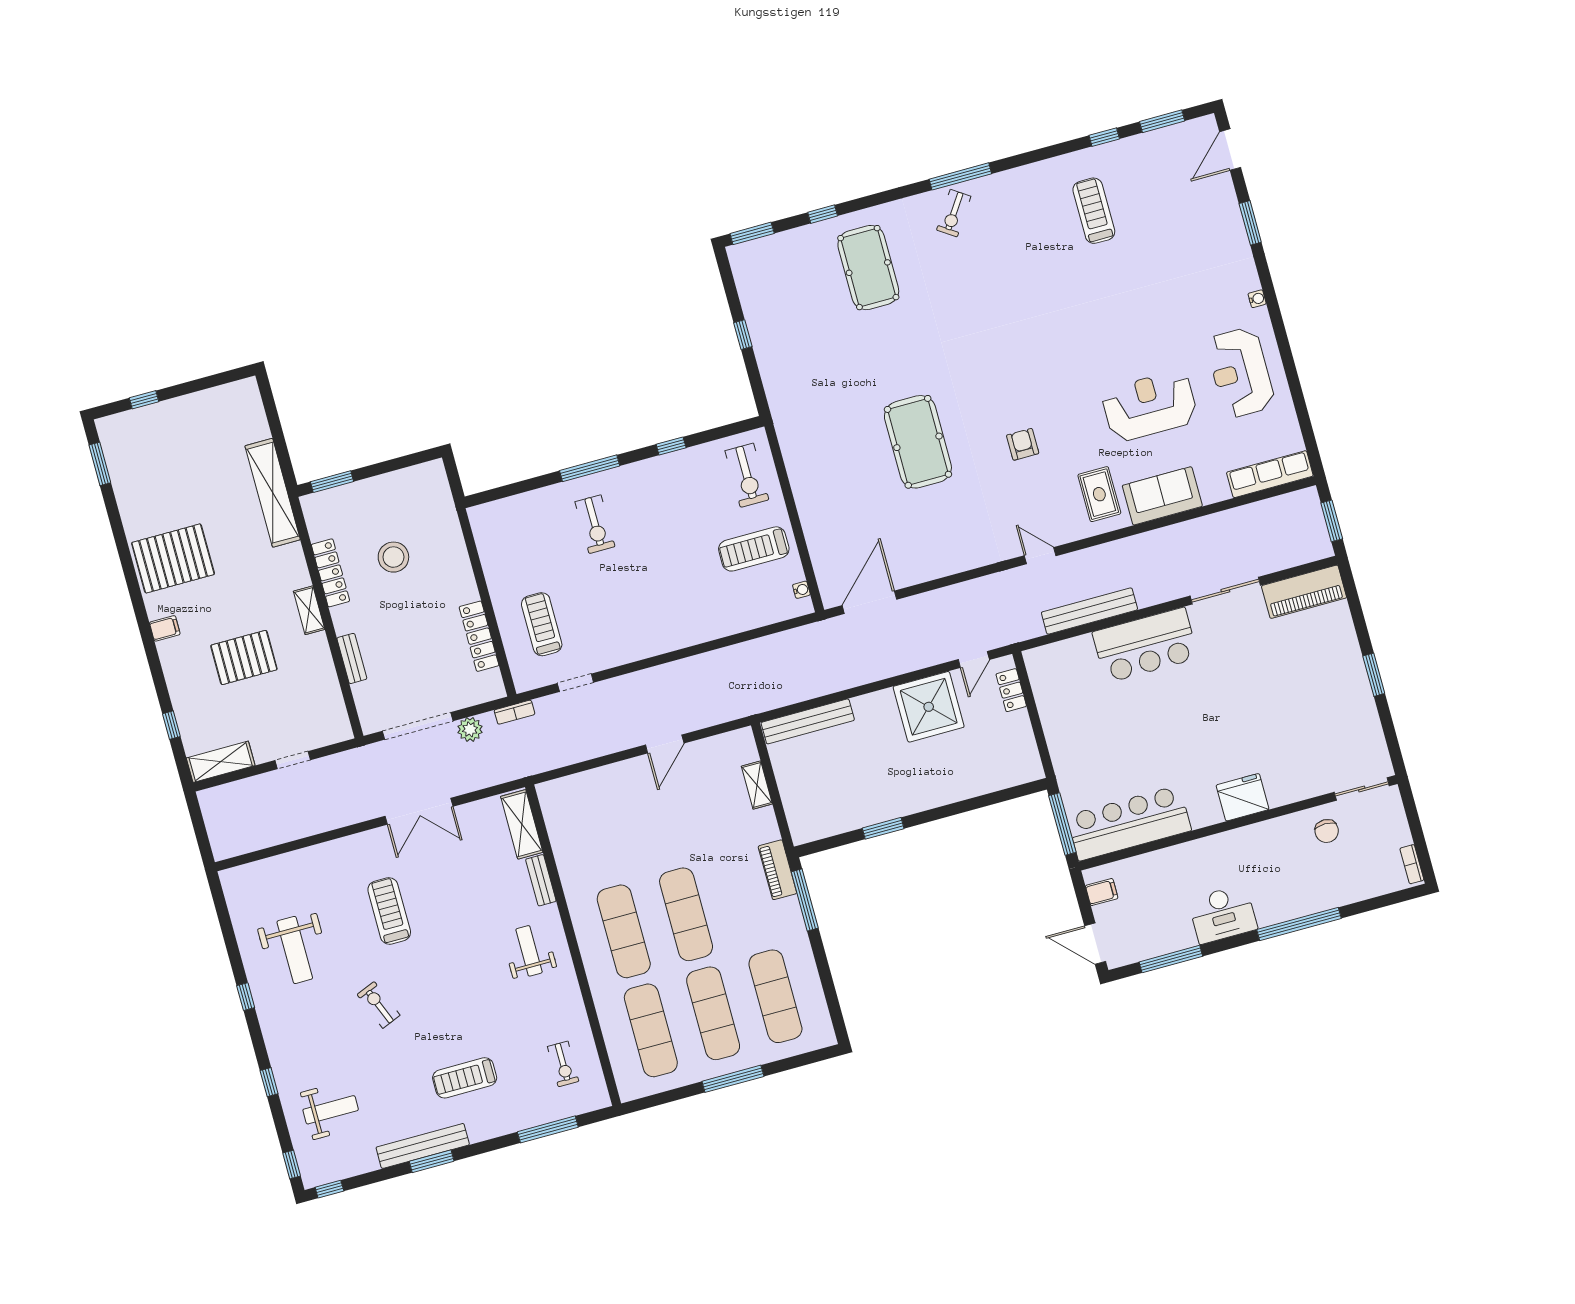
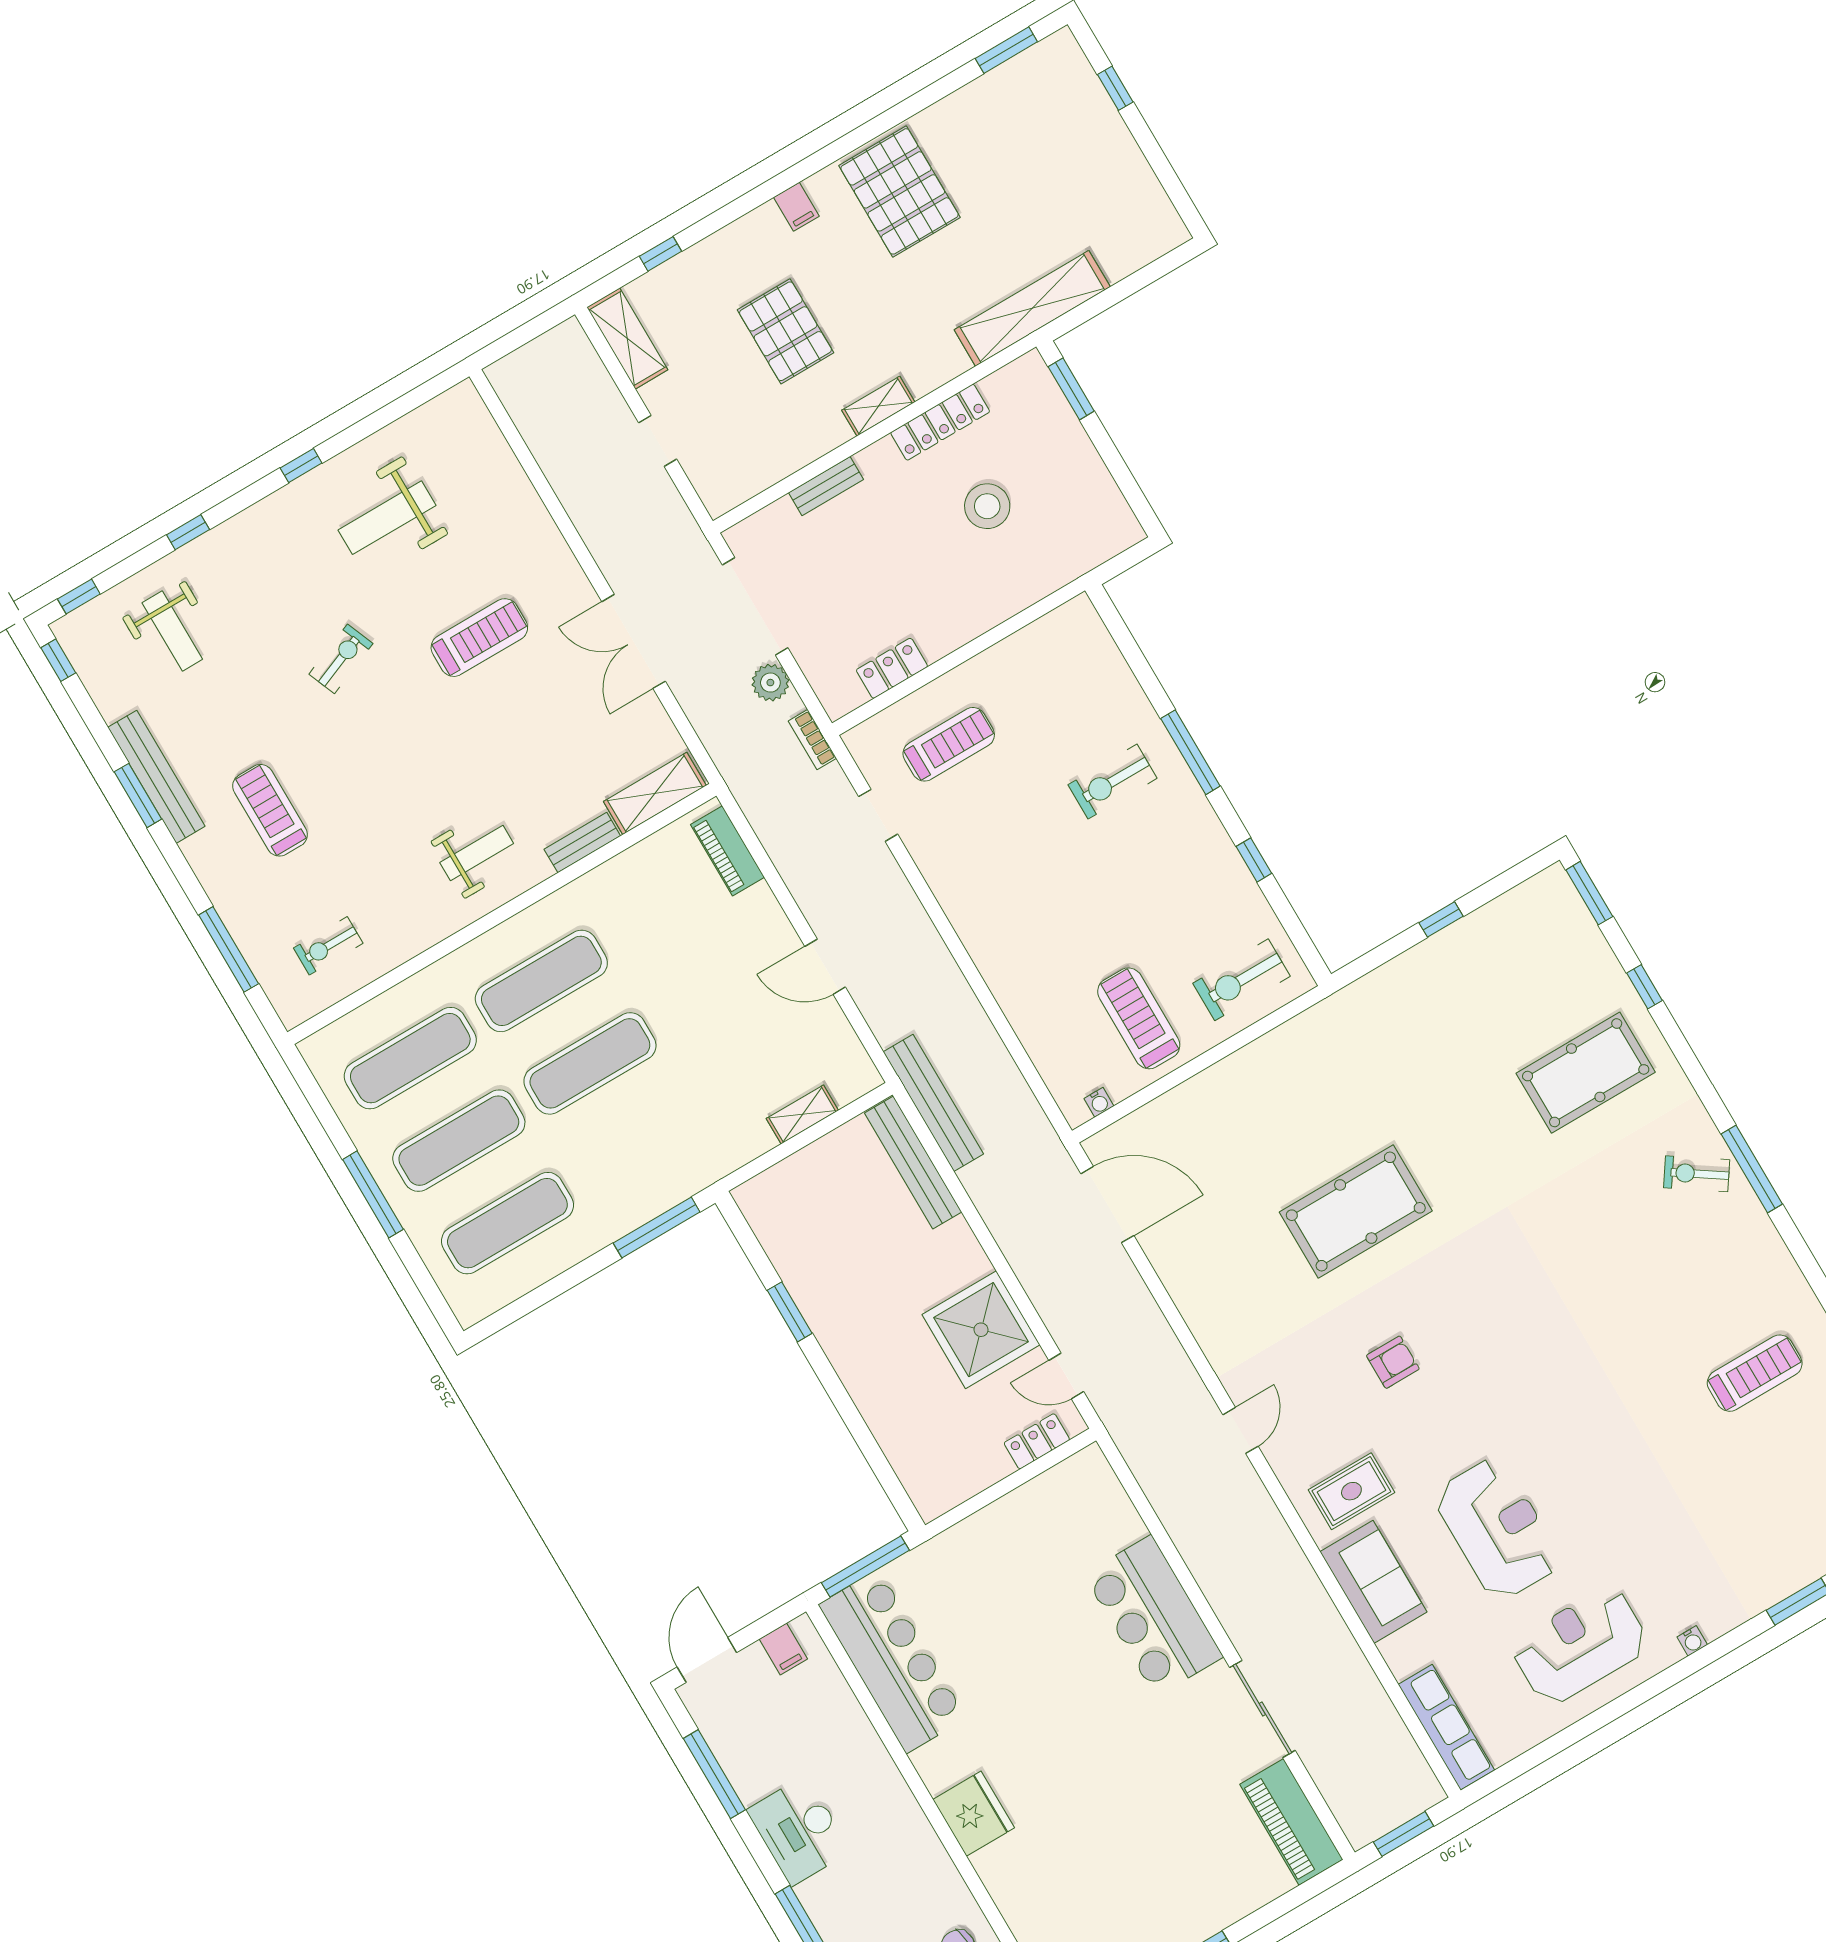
bench: (1089, 611) -> (933, 1103), moved
locker: (479, 636) -> (892, 668), width x0.66
piano: (777, 870) -> (727, 851), moved, turned -90

